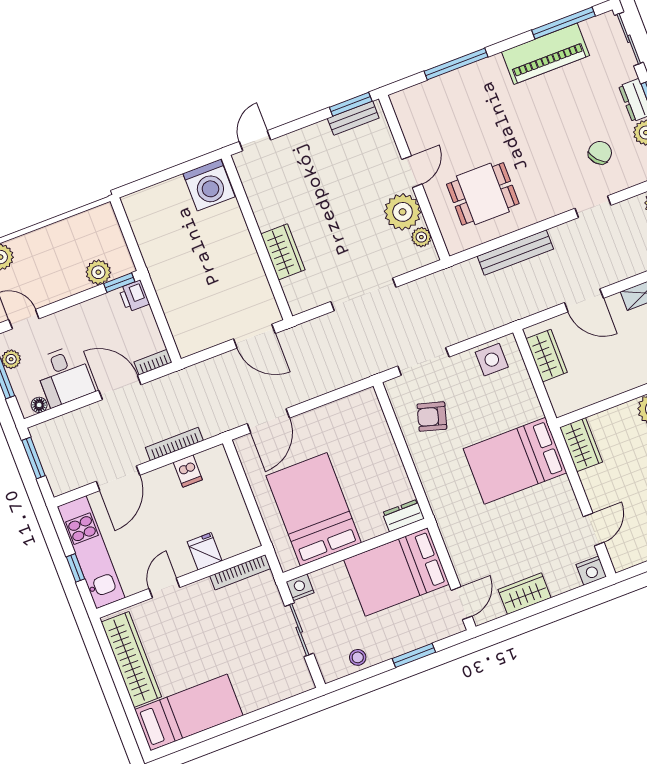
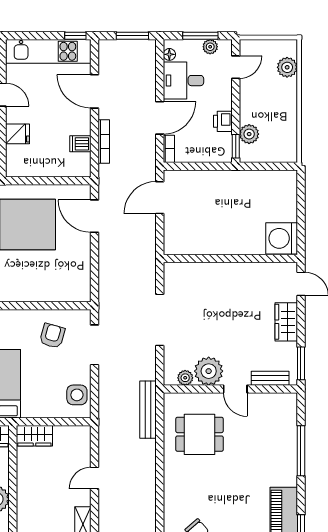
bench: (353, 118) -> (270, 378), moved, turned 90
dining table: (483, 194) -> (199, 434), turned 90
doorway: (593, 207) -> (160, 511), removed
wardrobe: (283, 252) -> (286, 322), moved, turned 90
bench: (515, 253) -> (148, 410), moved
printer: (134, 296) -> (223, 121), moved, turned -90
door: (584, 300) -> (94, 478), width x0.73
door: (254, 336) -> (160, 198), moved
wardrobe: (547, 356) -> (34, 436), moved
window: (75, 568) -> (75, 36), moved

